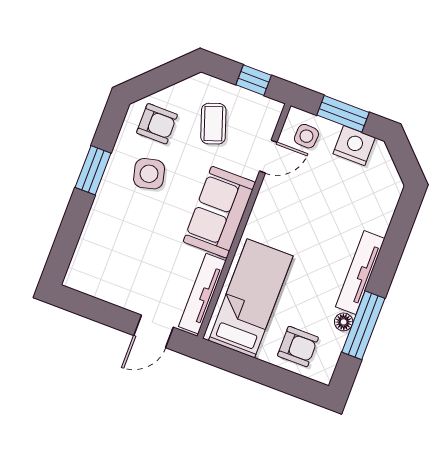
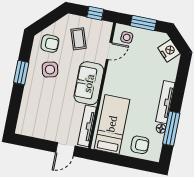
nightstand: (354, 146) -> (169, 51), moved, turned 45

